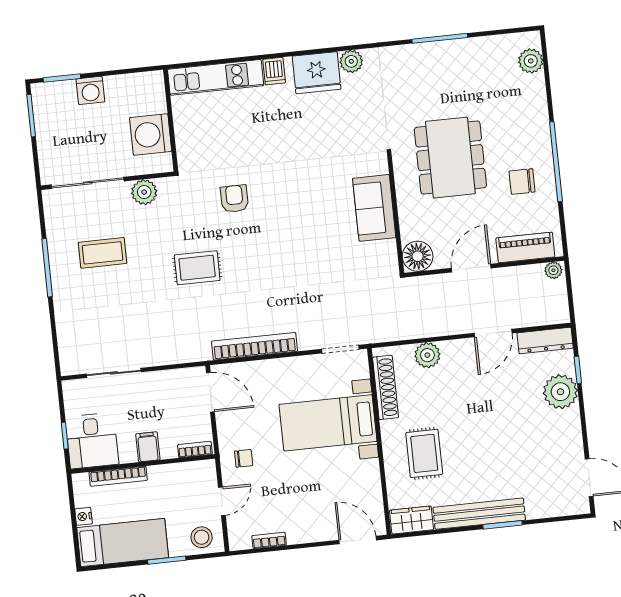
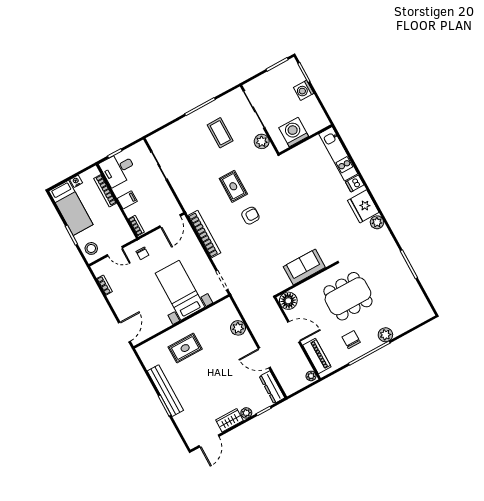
plant: (531, 61) -> (385, 335), moved
armchair: (234, 199) -> (250, 216), moved
shoe rack: (386, 387) -> (212, 313), removed
plant: (560, 392) -> (246, 413), width x0.53, depth x0.53
wardrobe: (412, 520) -> (229, 420), moved, turned -90

